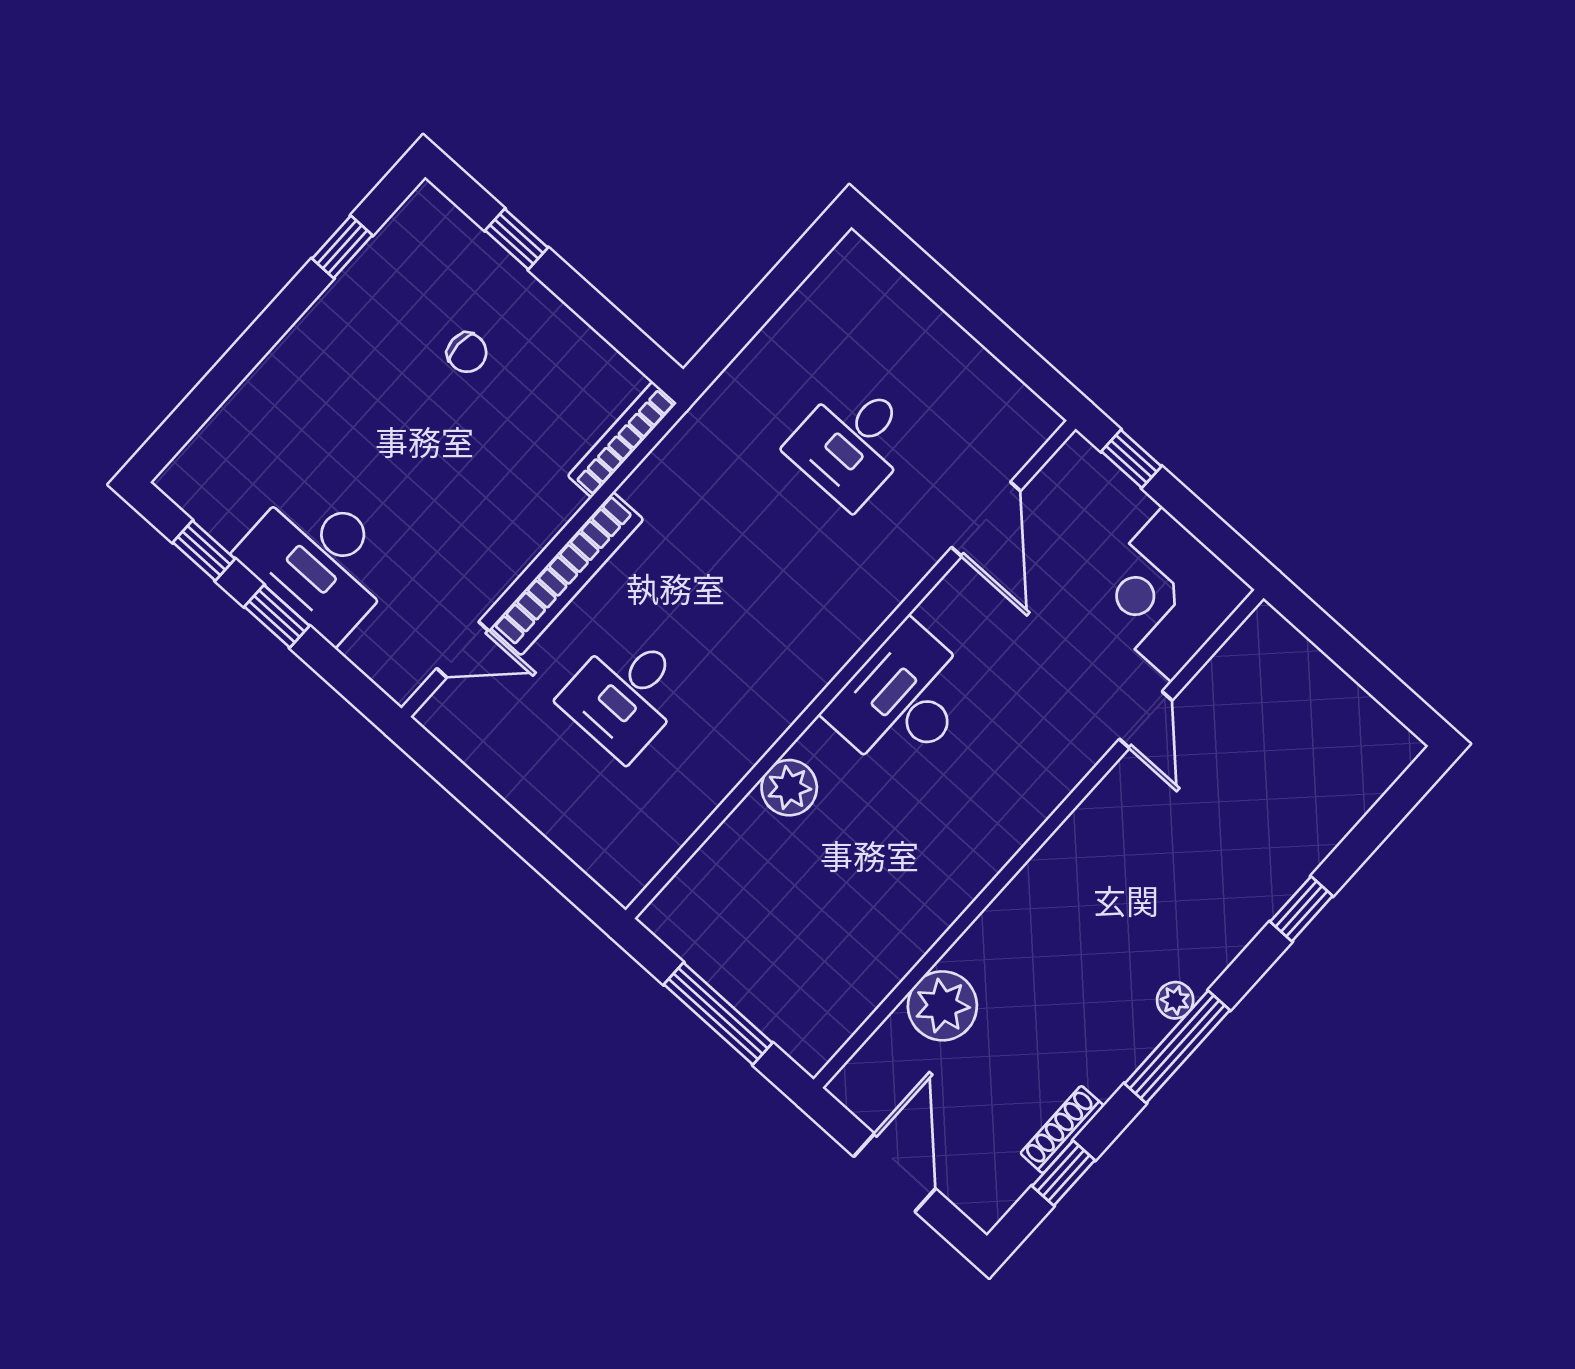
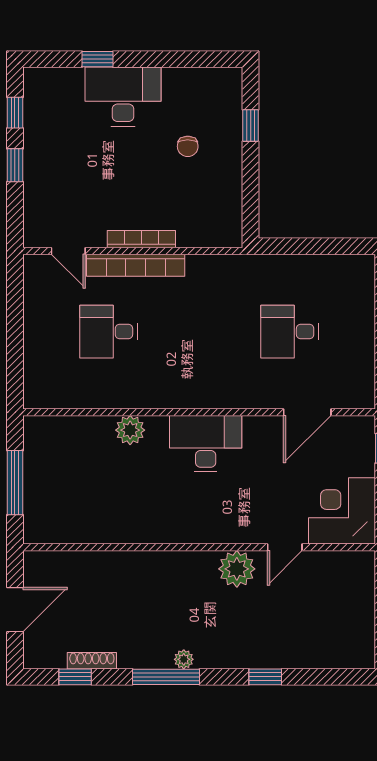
window: (342, 247) -> (97, 59), moved
bookcase: (622, 440) -> (141, 239), moved
desk: (320, 560) -> (123, 97), moved, turned 90
plant: (942, 1006) -> (237, 569), moved

